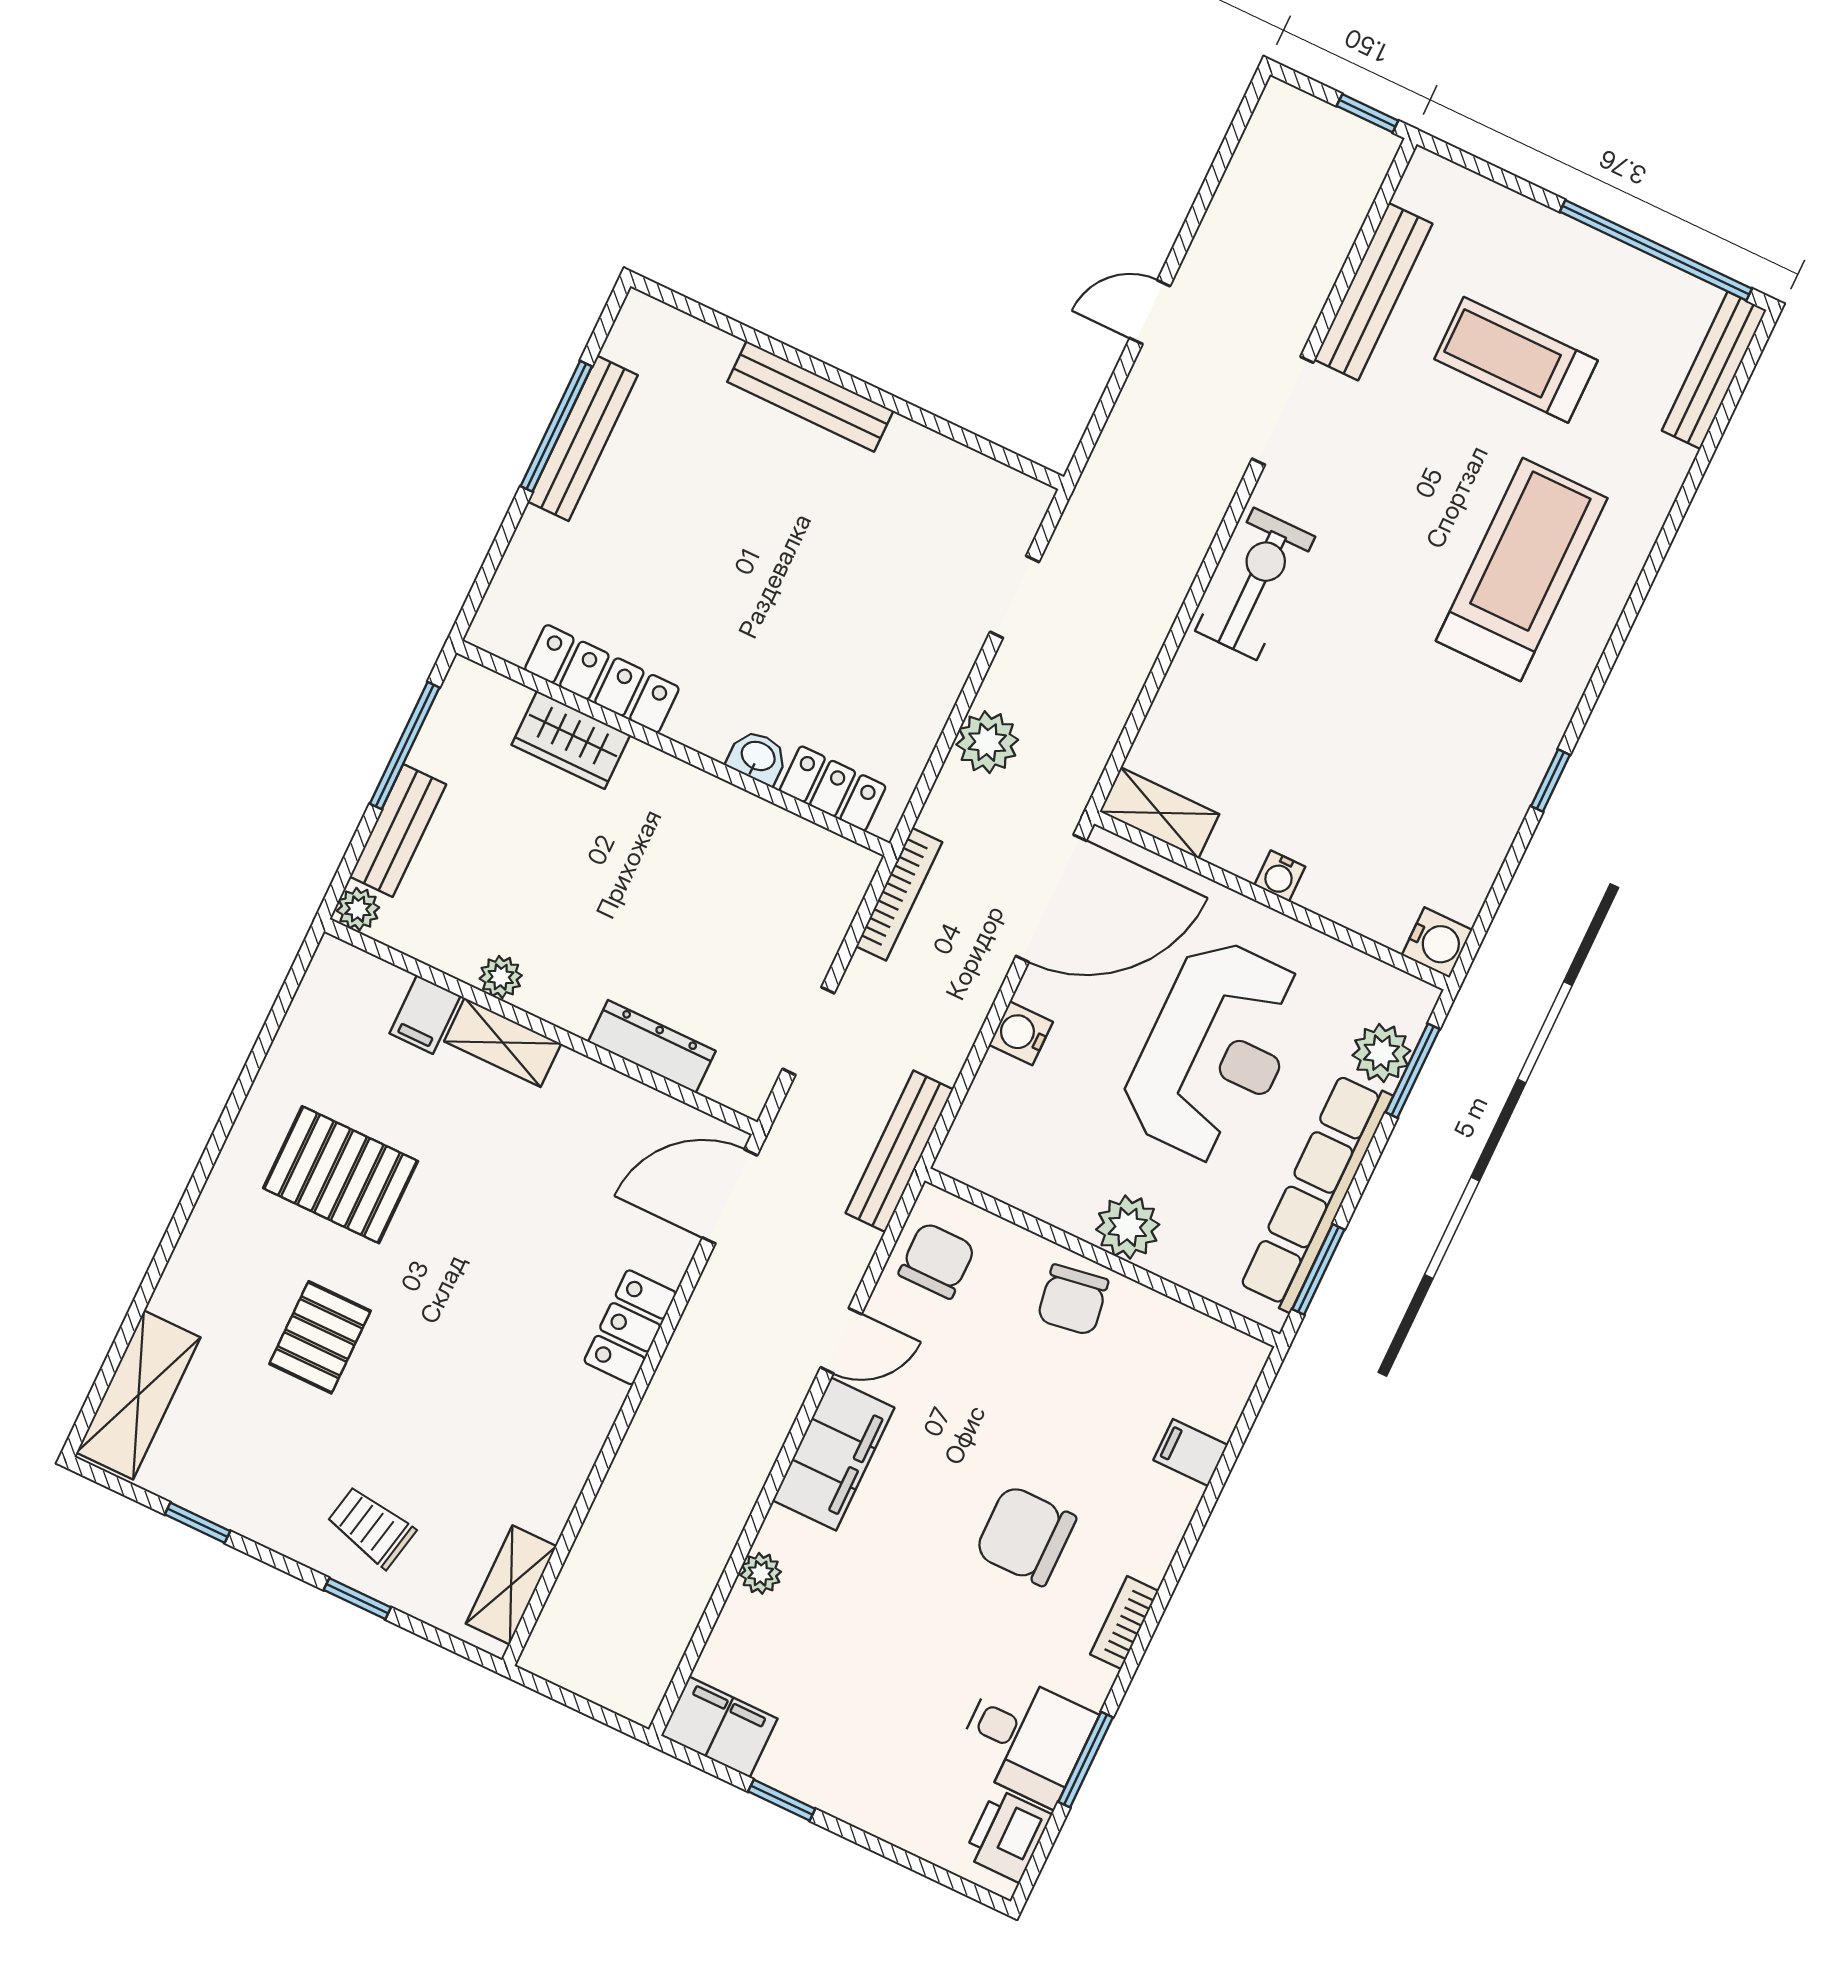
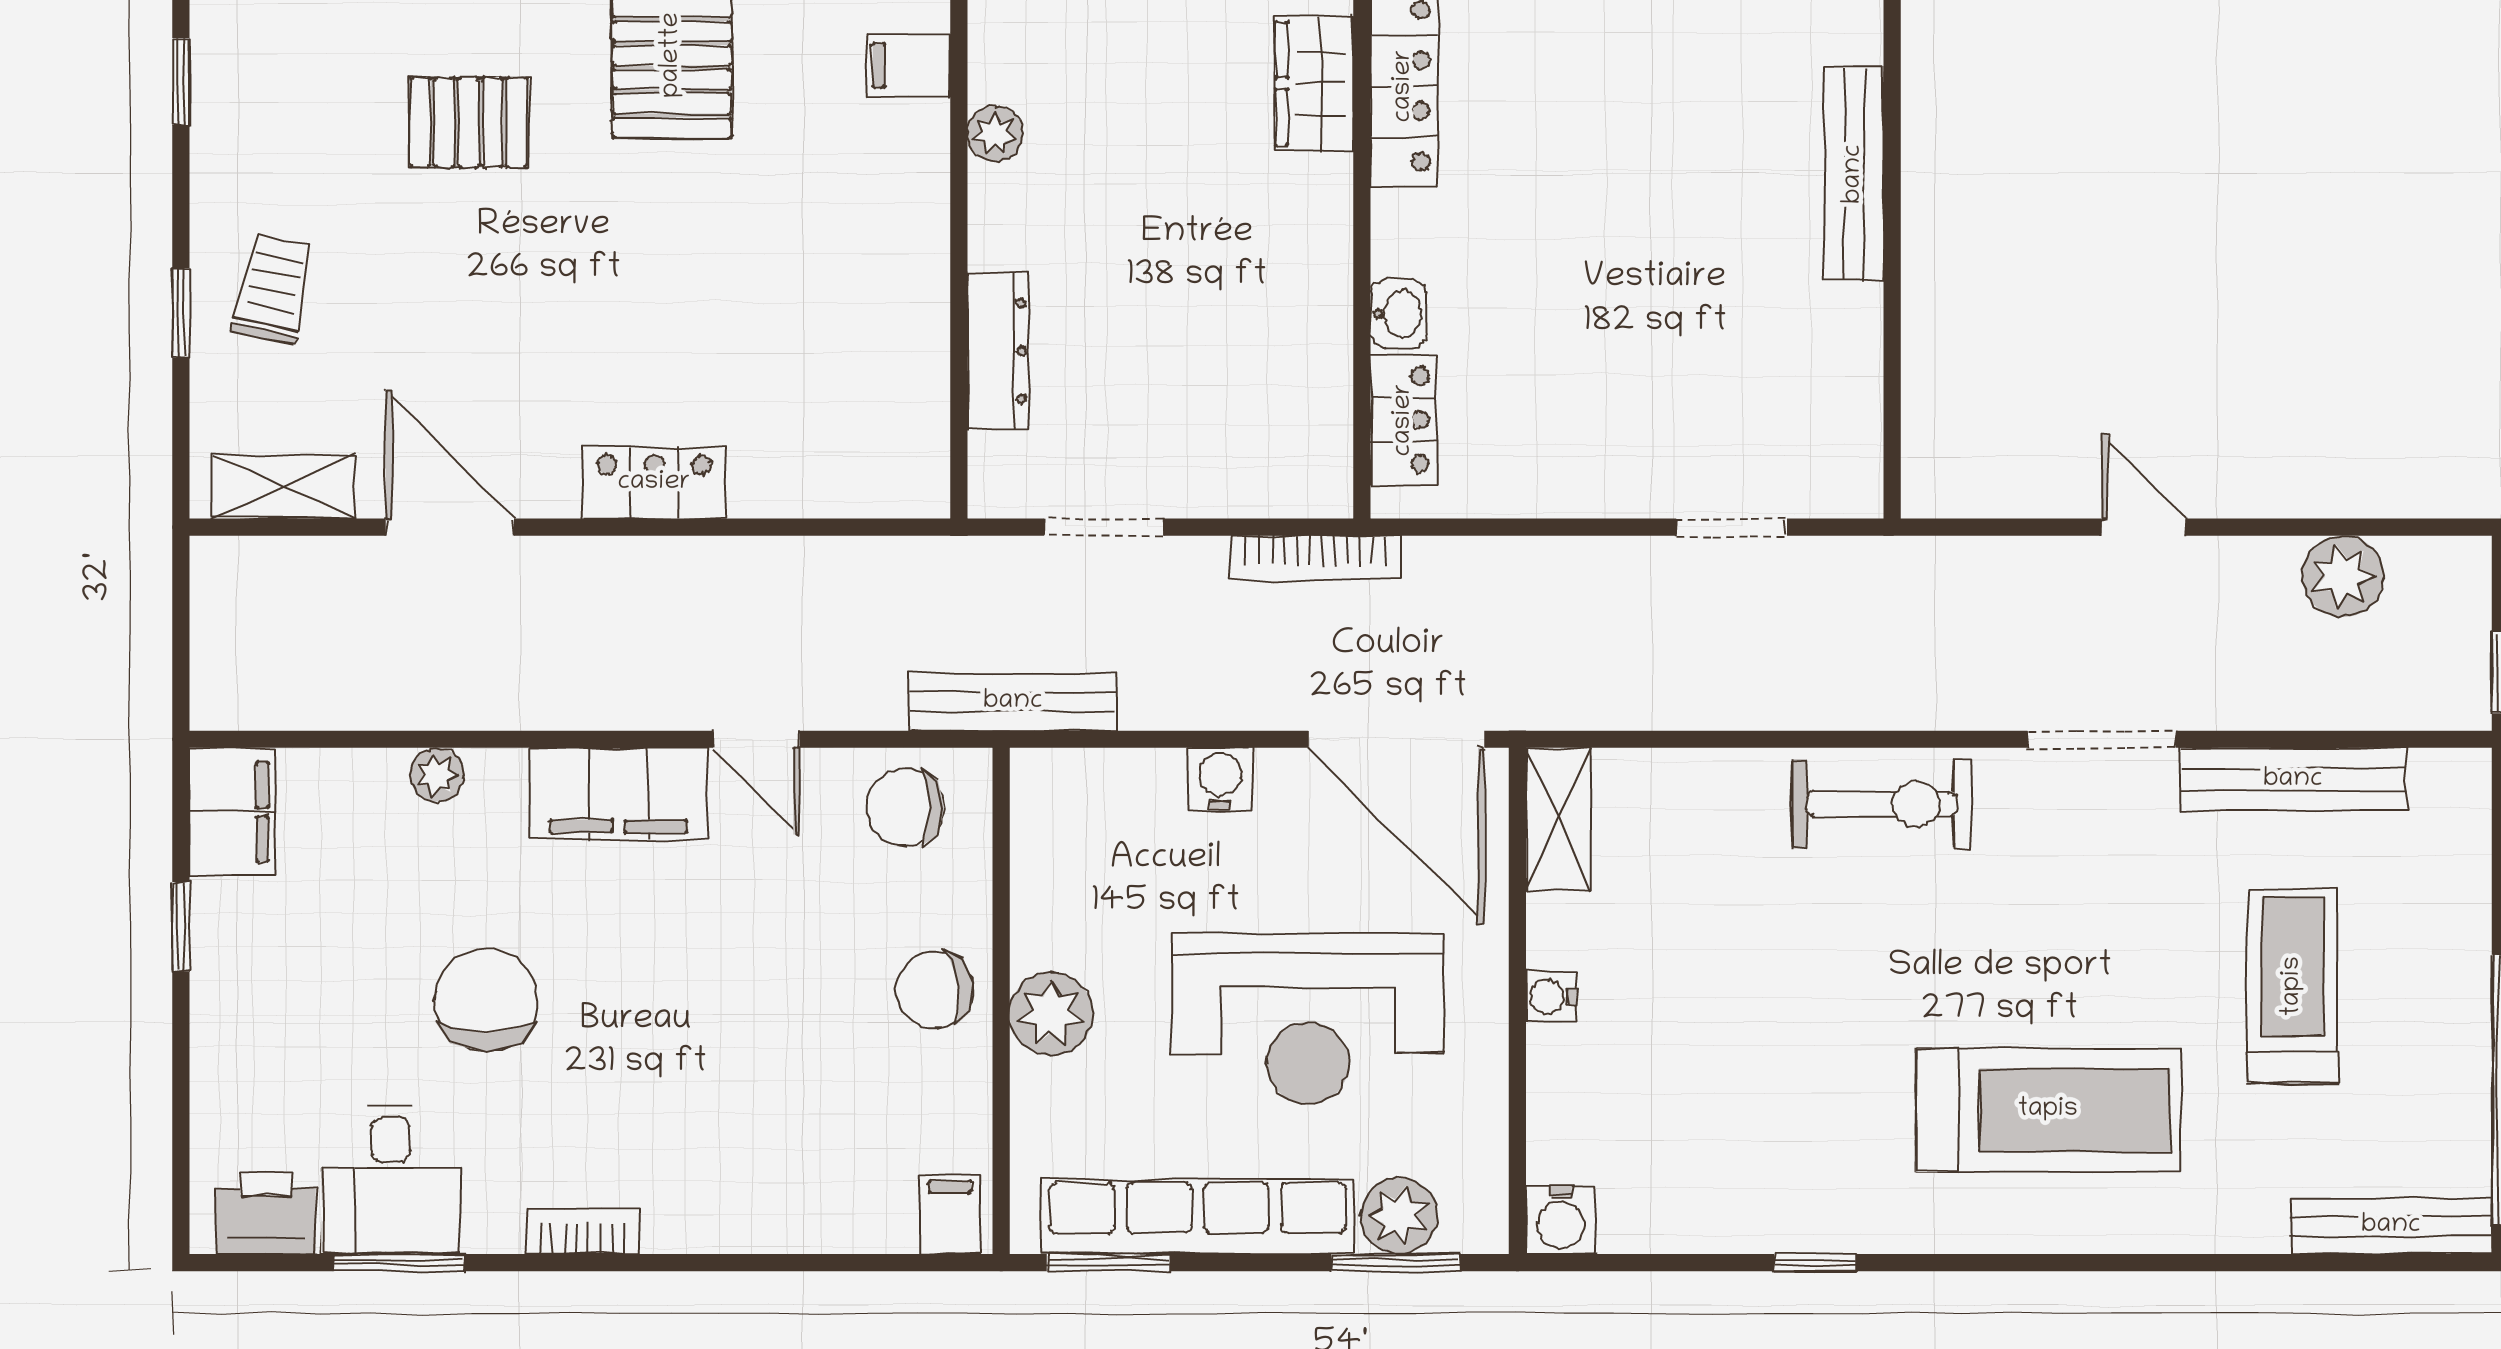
plant: (987, 742) -> (2343, 576), moved
shelving: (503, 1042) -> (919, 173), removed
door: (730, 1196) -> (450, 527), moved
chair: (937, 1260) -> (905, 807), turned 180
filing cabinet: (1190, 1452) -> (950, 1214), moved
chair: (1025, 1535) -> (486, 1000), moved

